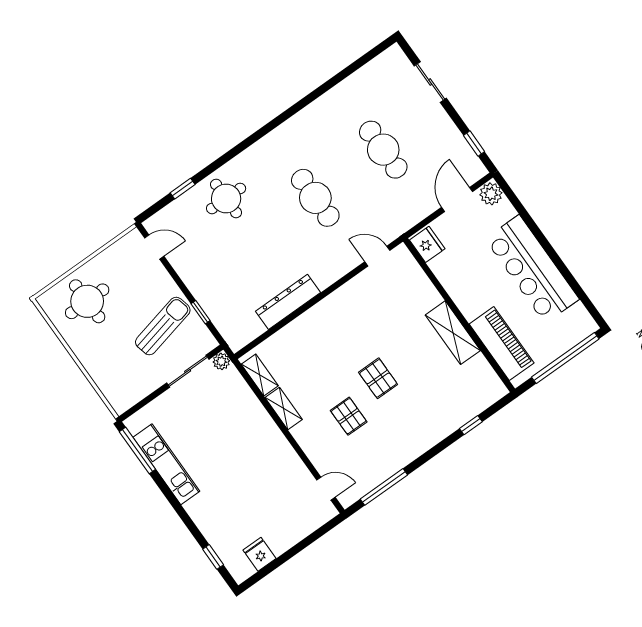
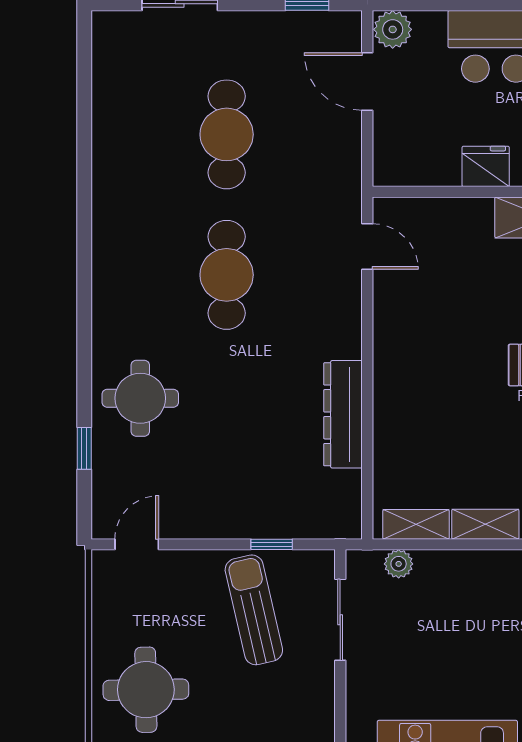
cafe table: (383, 150) -> (227, 134), turned 90
cafe table: (315, 198) -> (227, 275), turned 90
fridge: (427, 244) -> (486, 166), moved
door: (377, 256) -> (367, 246), swing flipped
plant: (221, 361) -> (399, 564), moved

